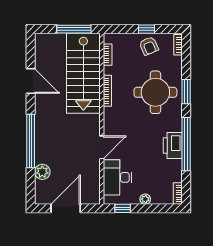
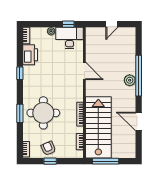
window: (186, 144) -> (20, 73), width x0.32
printer: (173, 145) -> (30, 55), moved
door: (102, 147) -> (84, 71), swing flipped
plant: (42, 172) -> (130, 80), moved
desk: (117, 177) -> (70, 38), moved, turned -90
door: (66, 208) -> (112, 24), width x0.53

